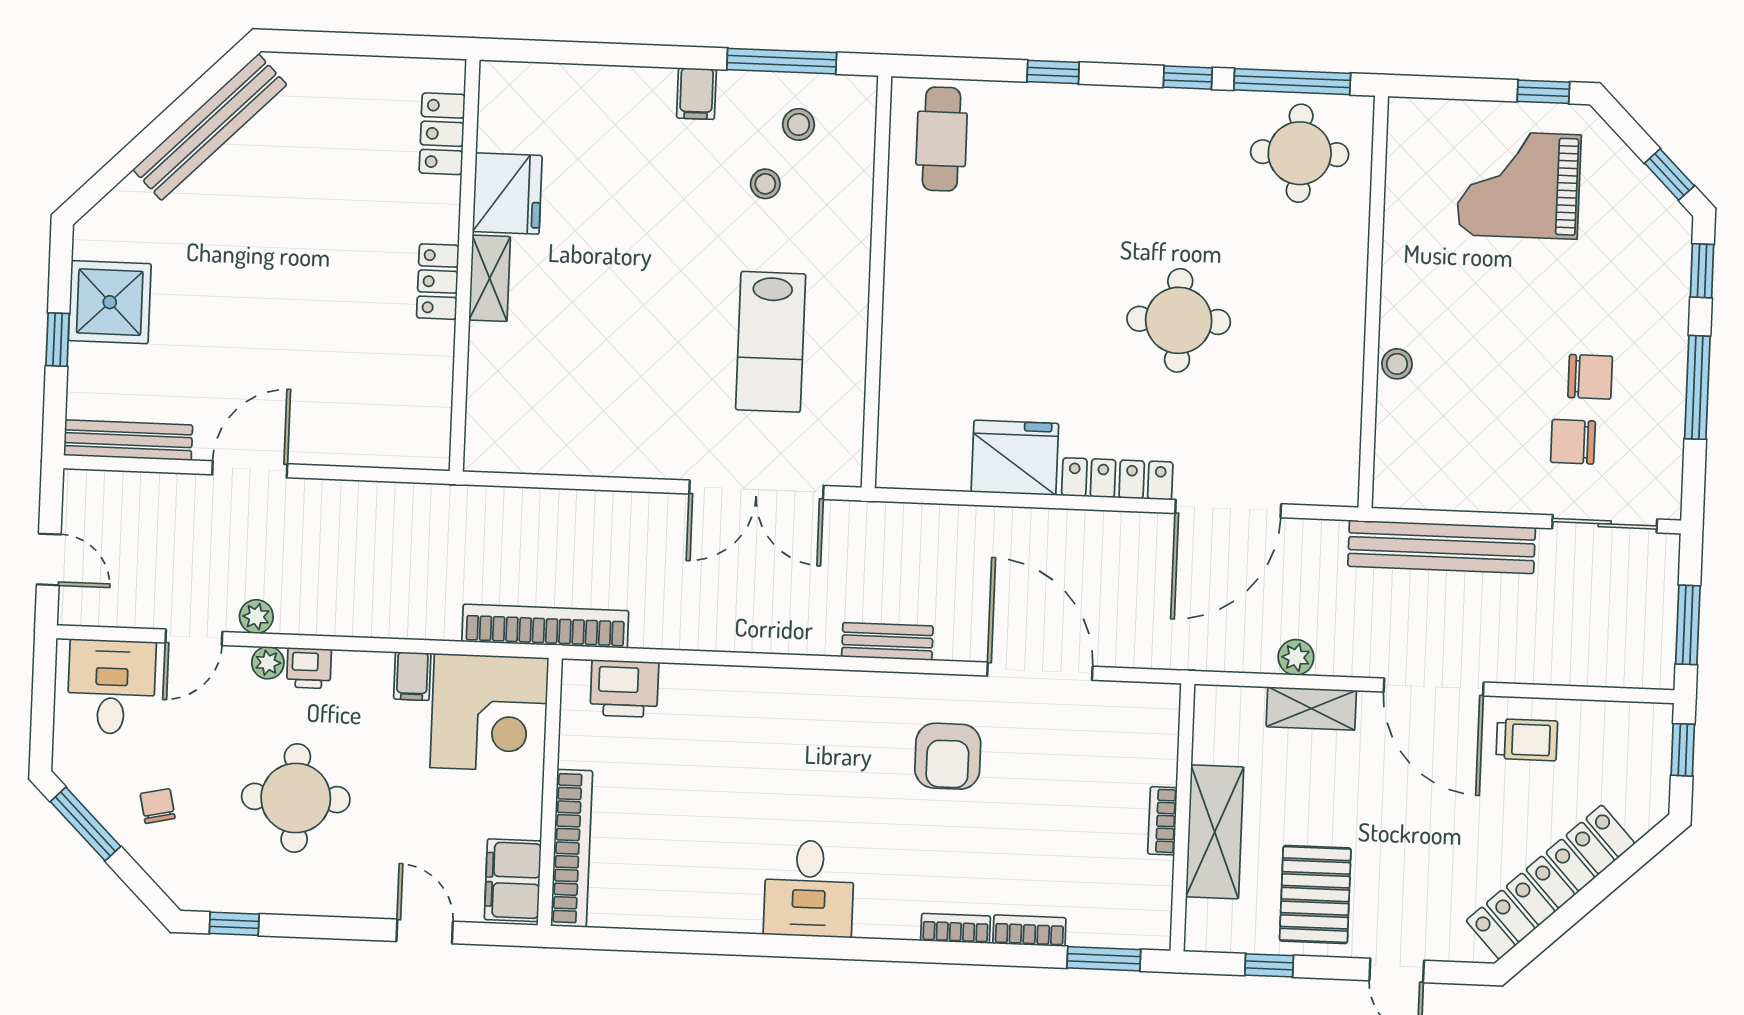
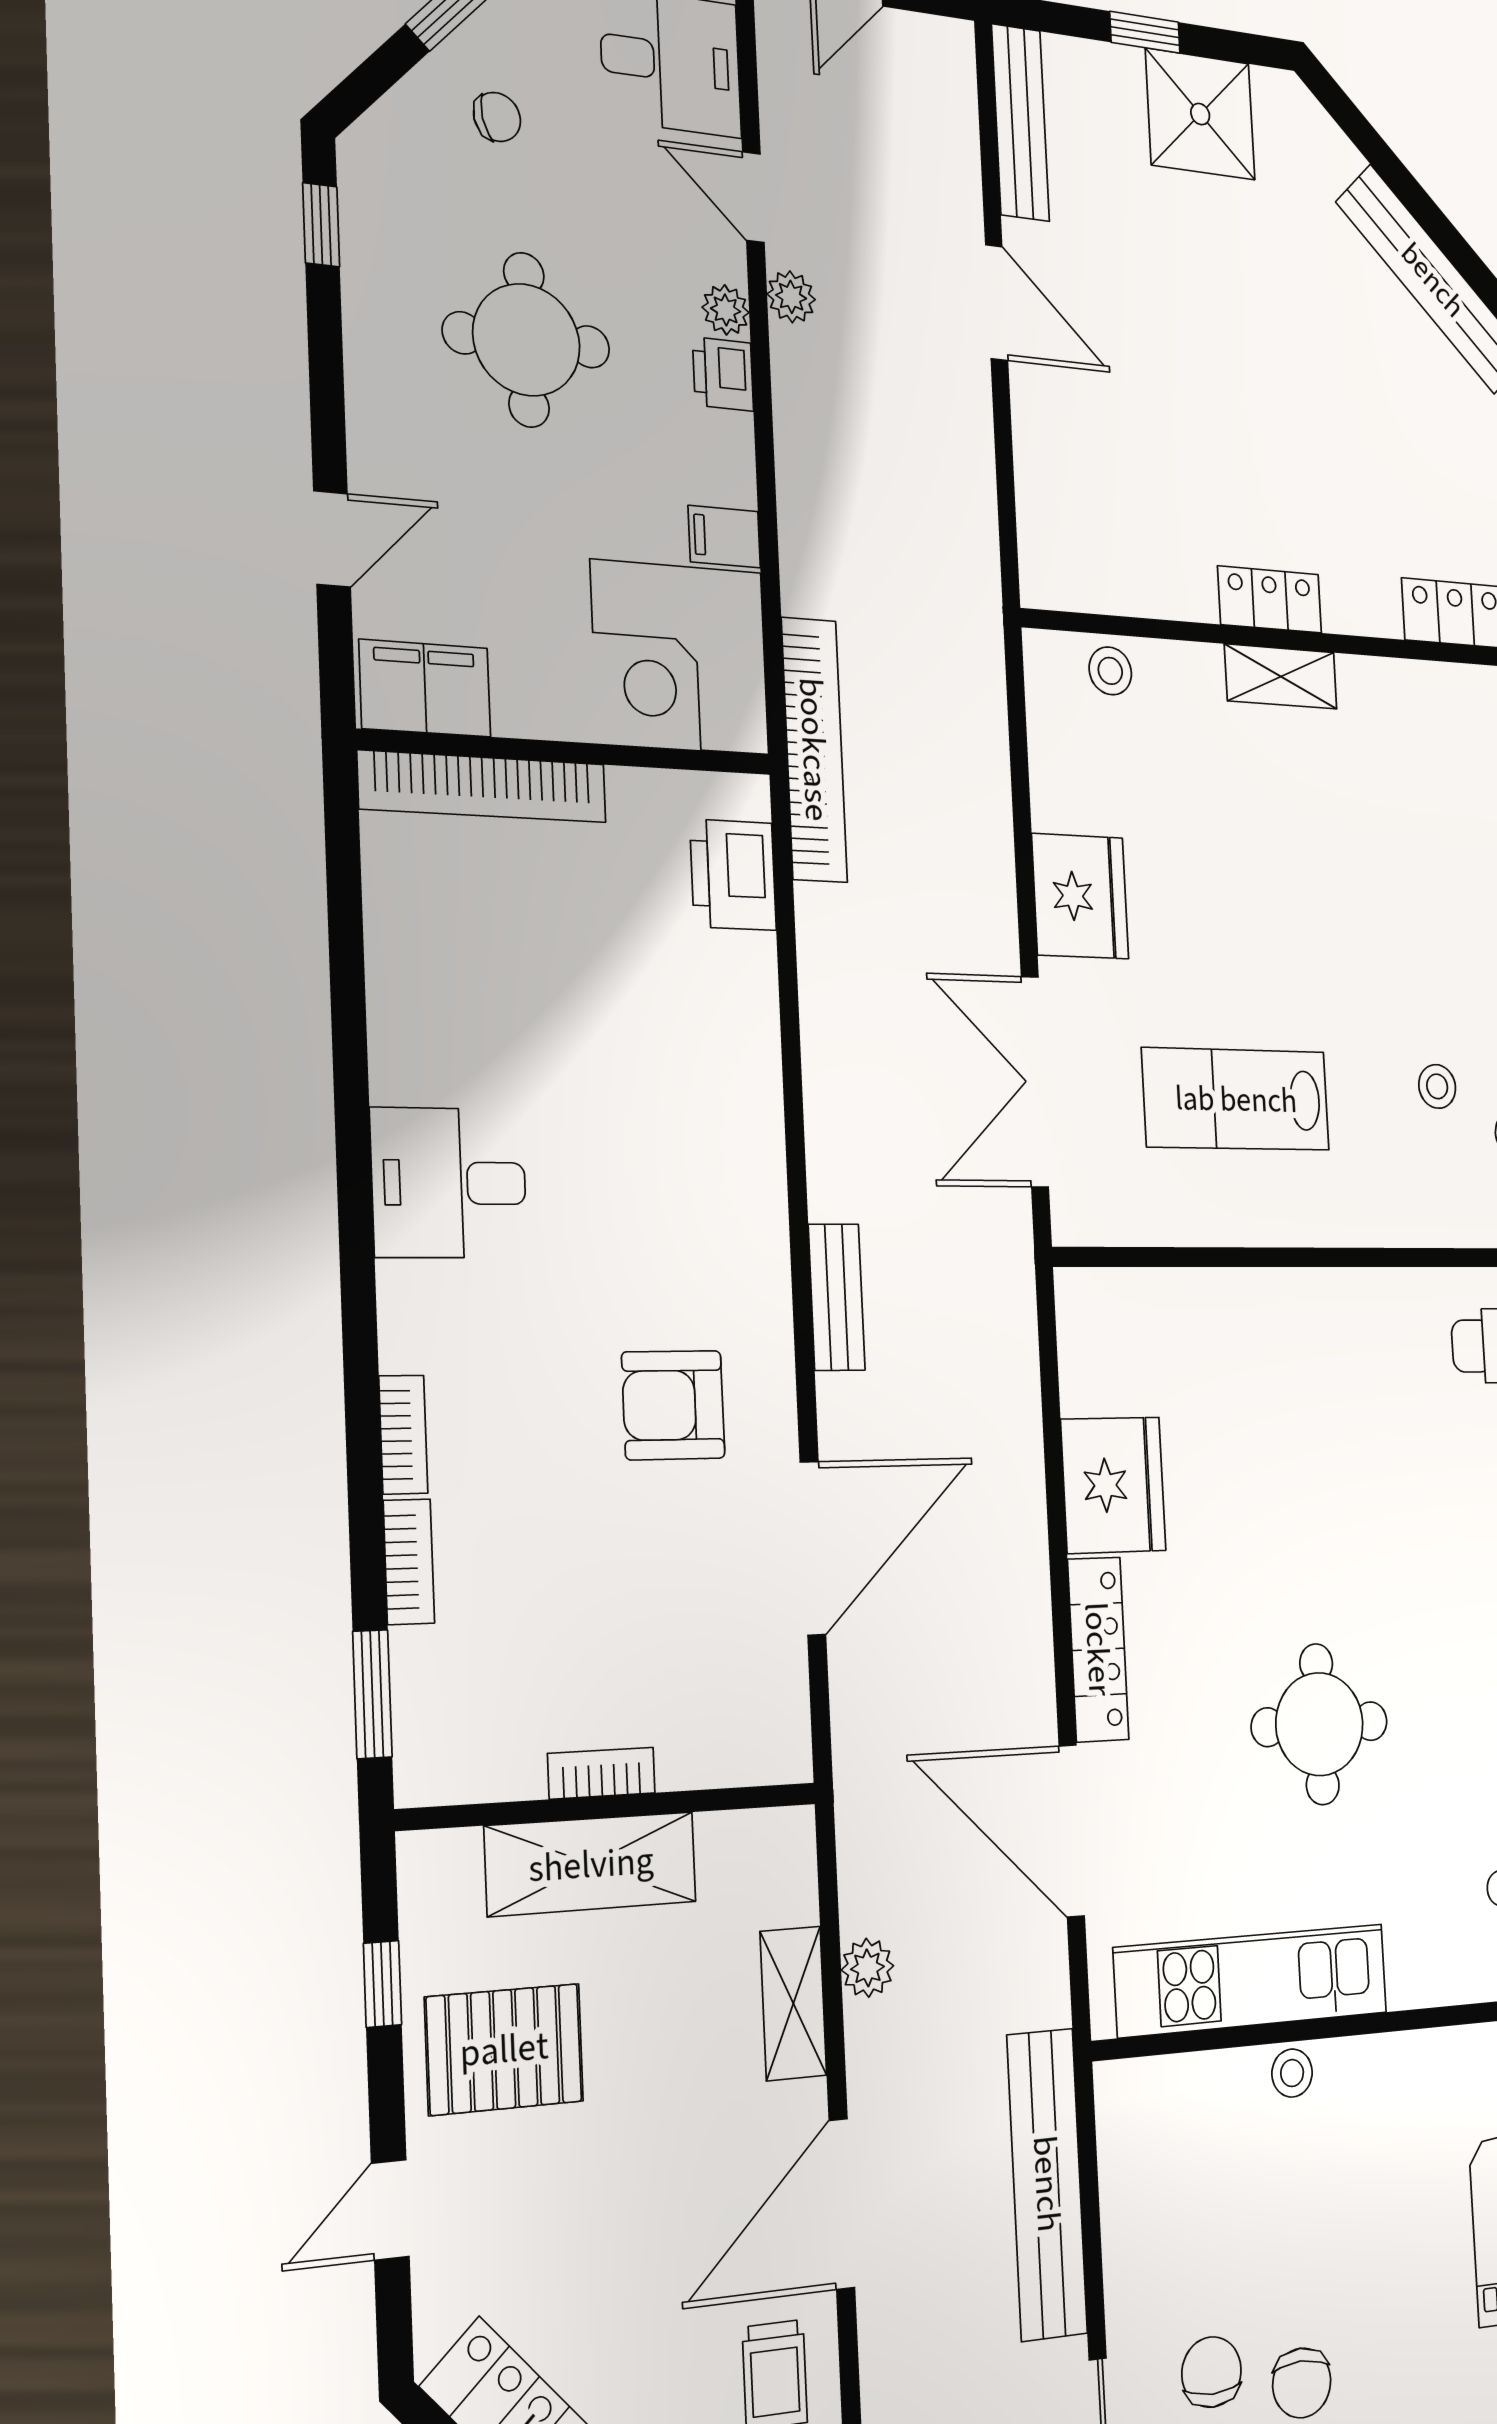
fridge: (507, 194) -> (1080, 896), moved, turned -90
kitchen unit: (1335, 388) -> (1252, 1980), added
stool: (489, 408) -> (1110, 671), added

